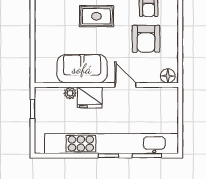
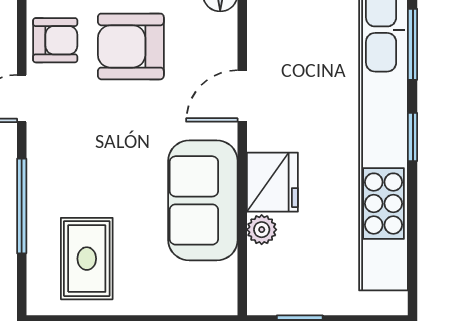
rug: (96, 16) -> (87, 259), moved
armchair: (146, 39) -> (131, 46), turned 180

